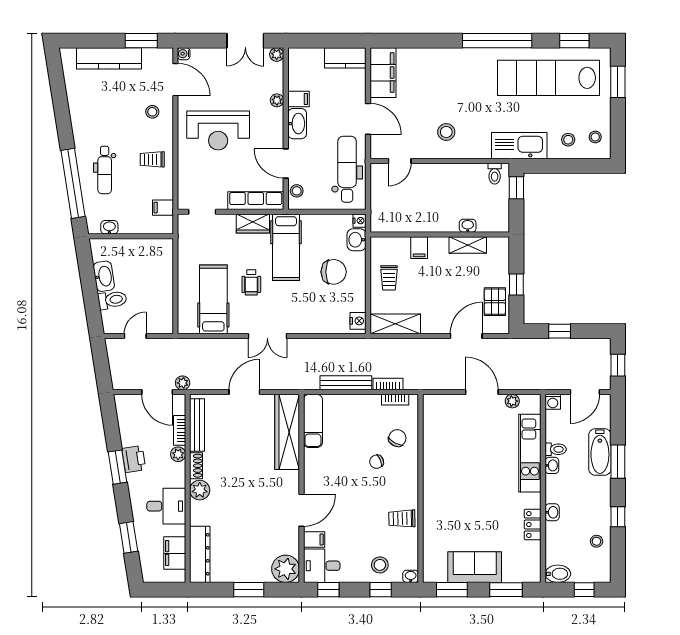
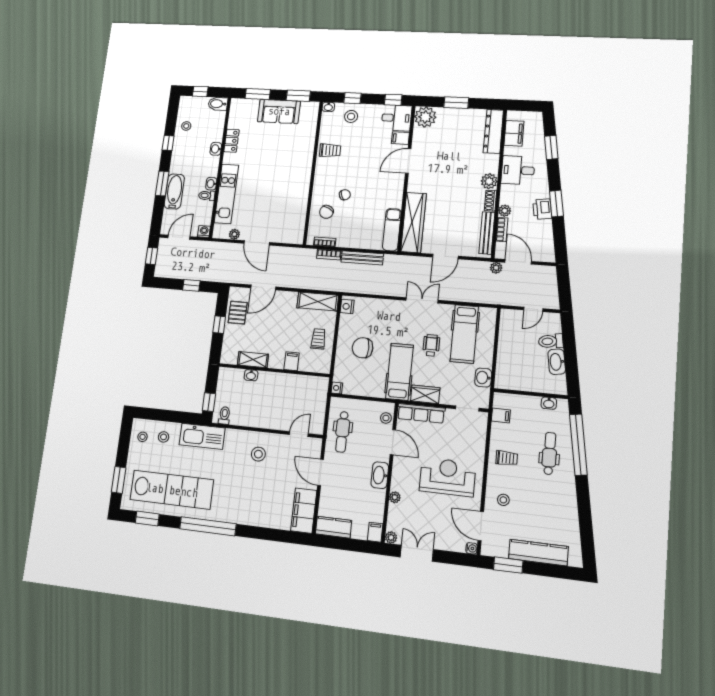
filing cabinet: (298, 99) -> (375, 532), moved, turned 90
dental chair: (347, 169) -> (342, 432), width x0.73, depth x0.72
washbasin: (357, 240) -> (483, 378), moved, turned 180

